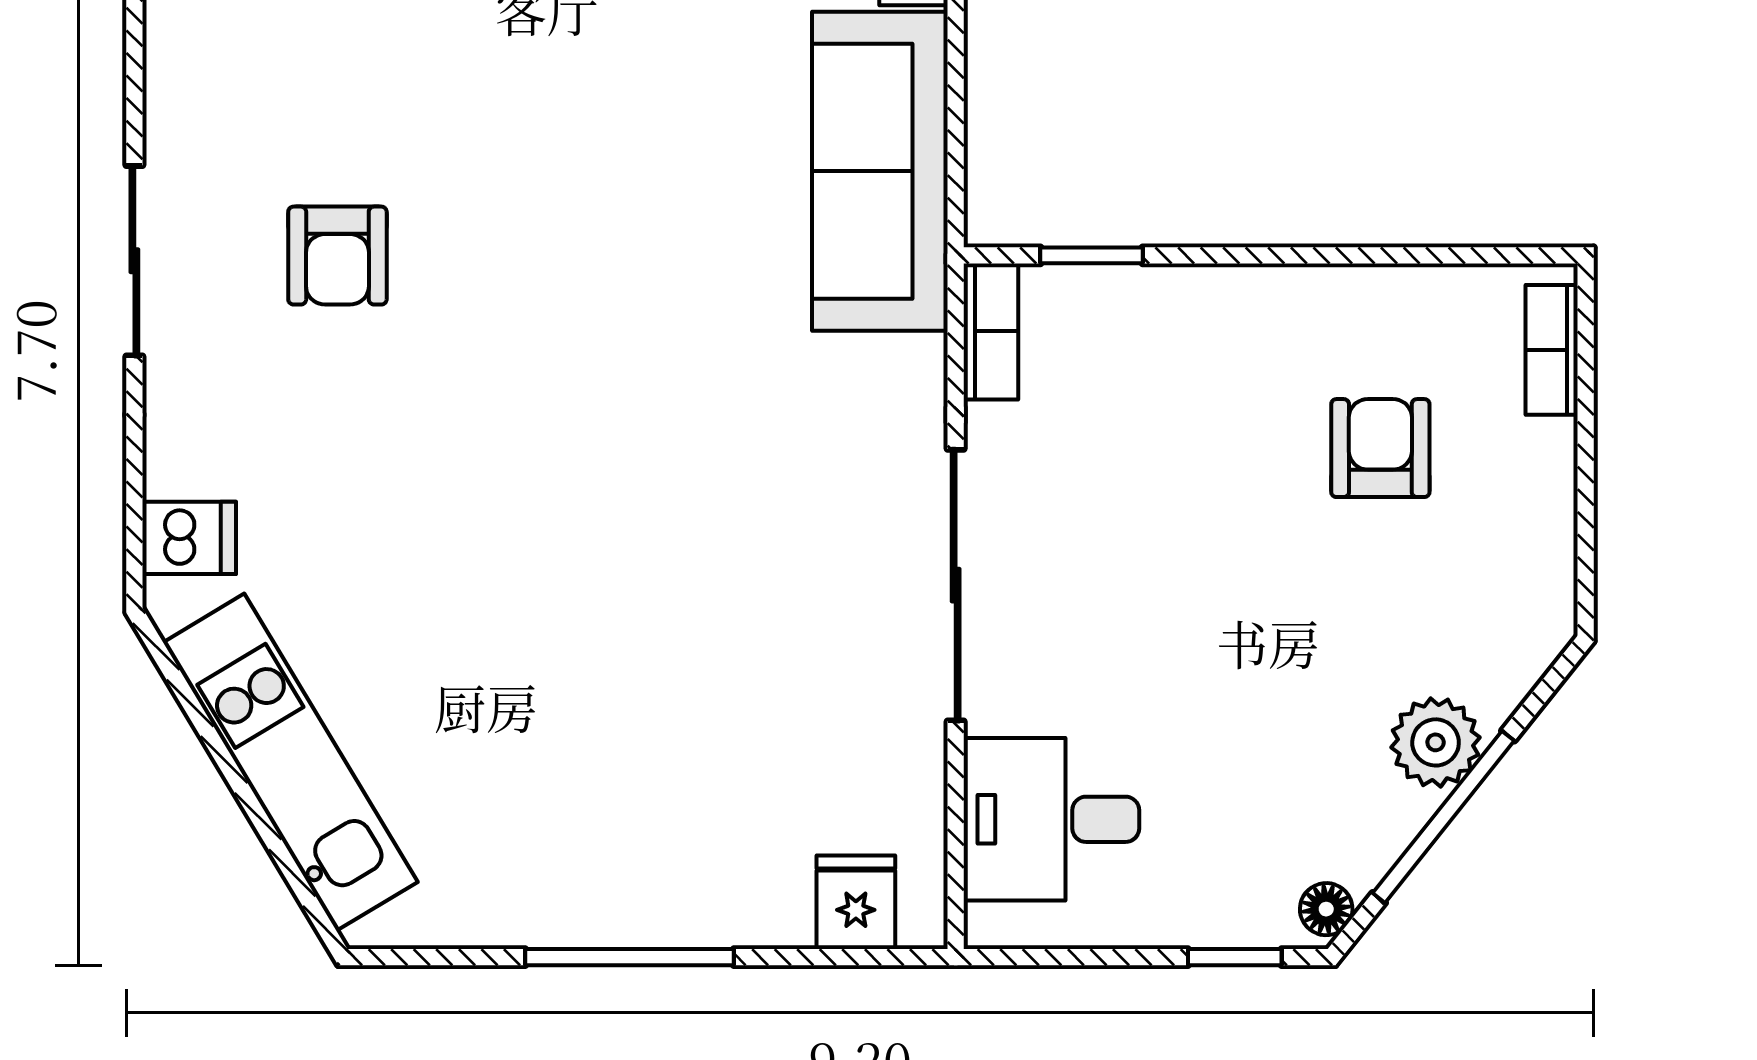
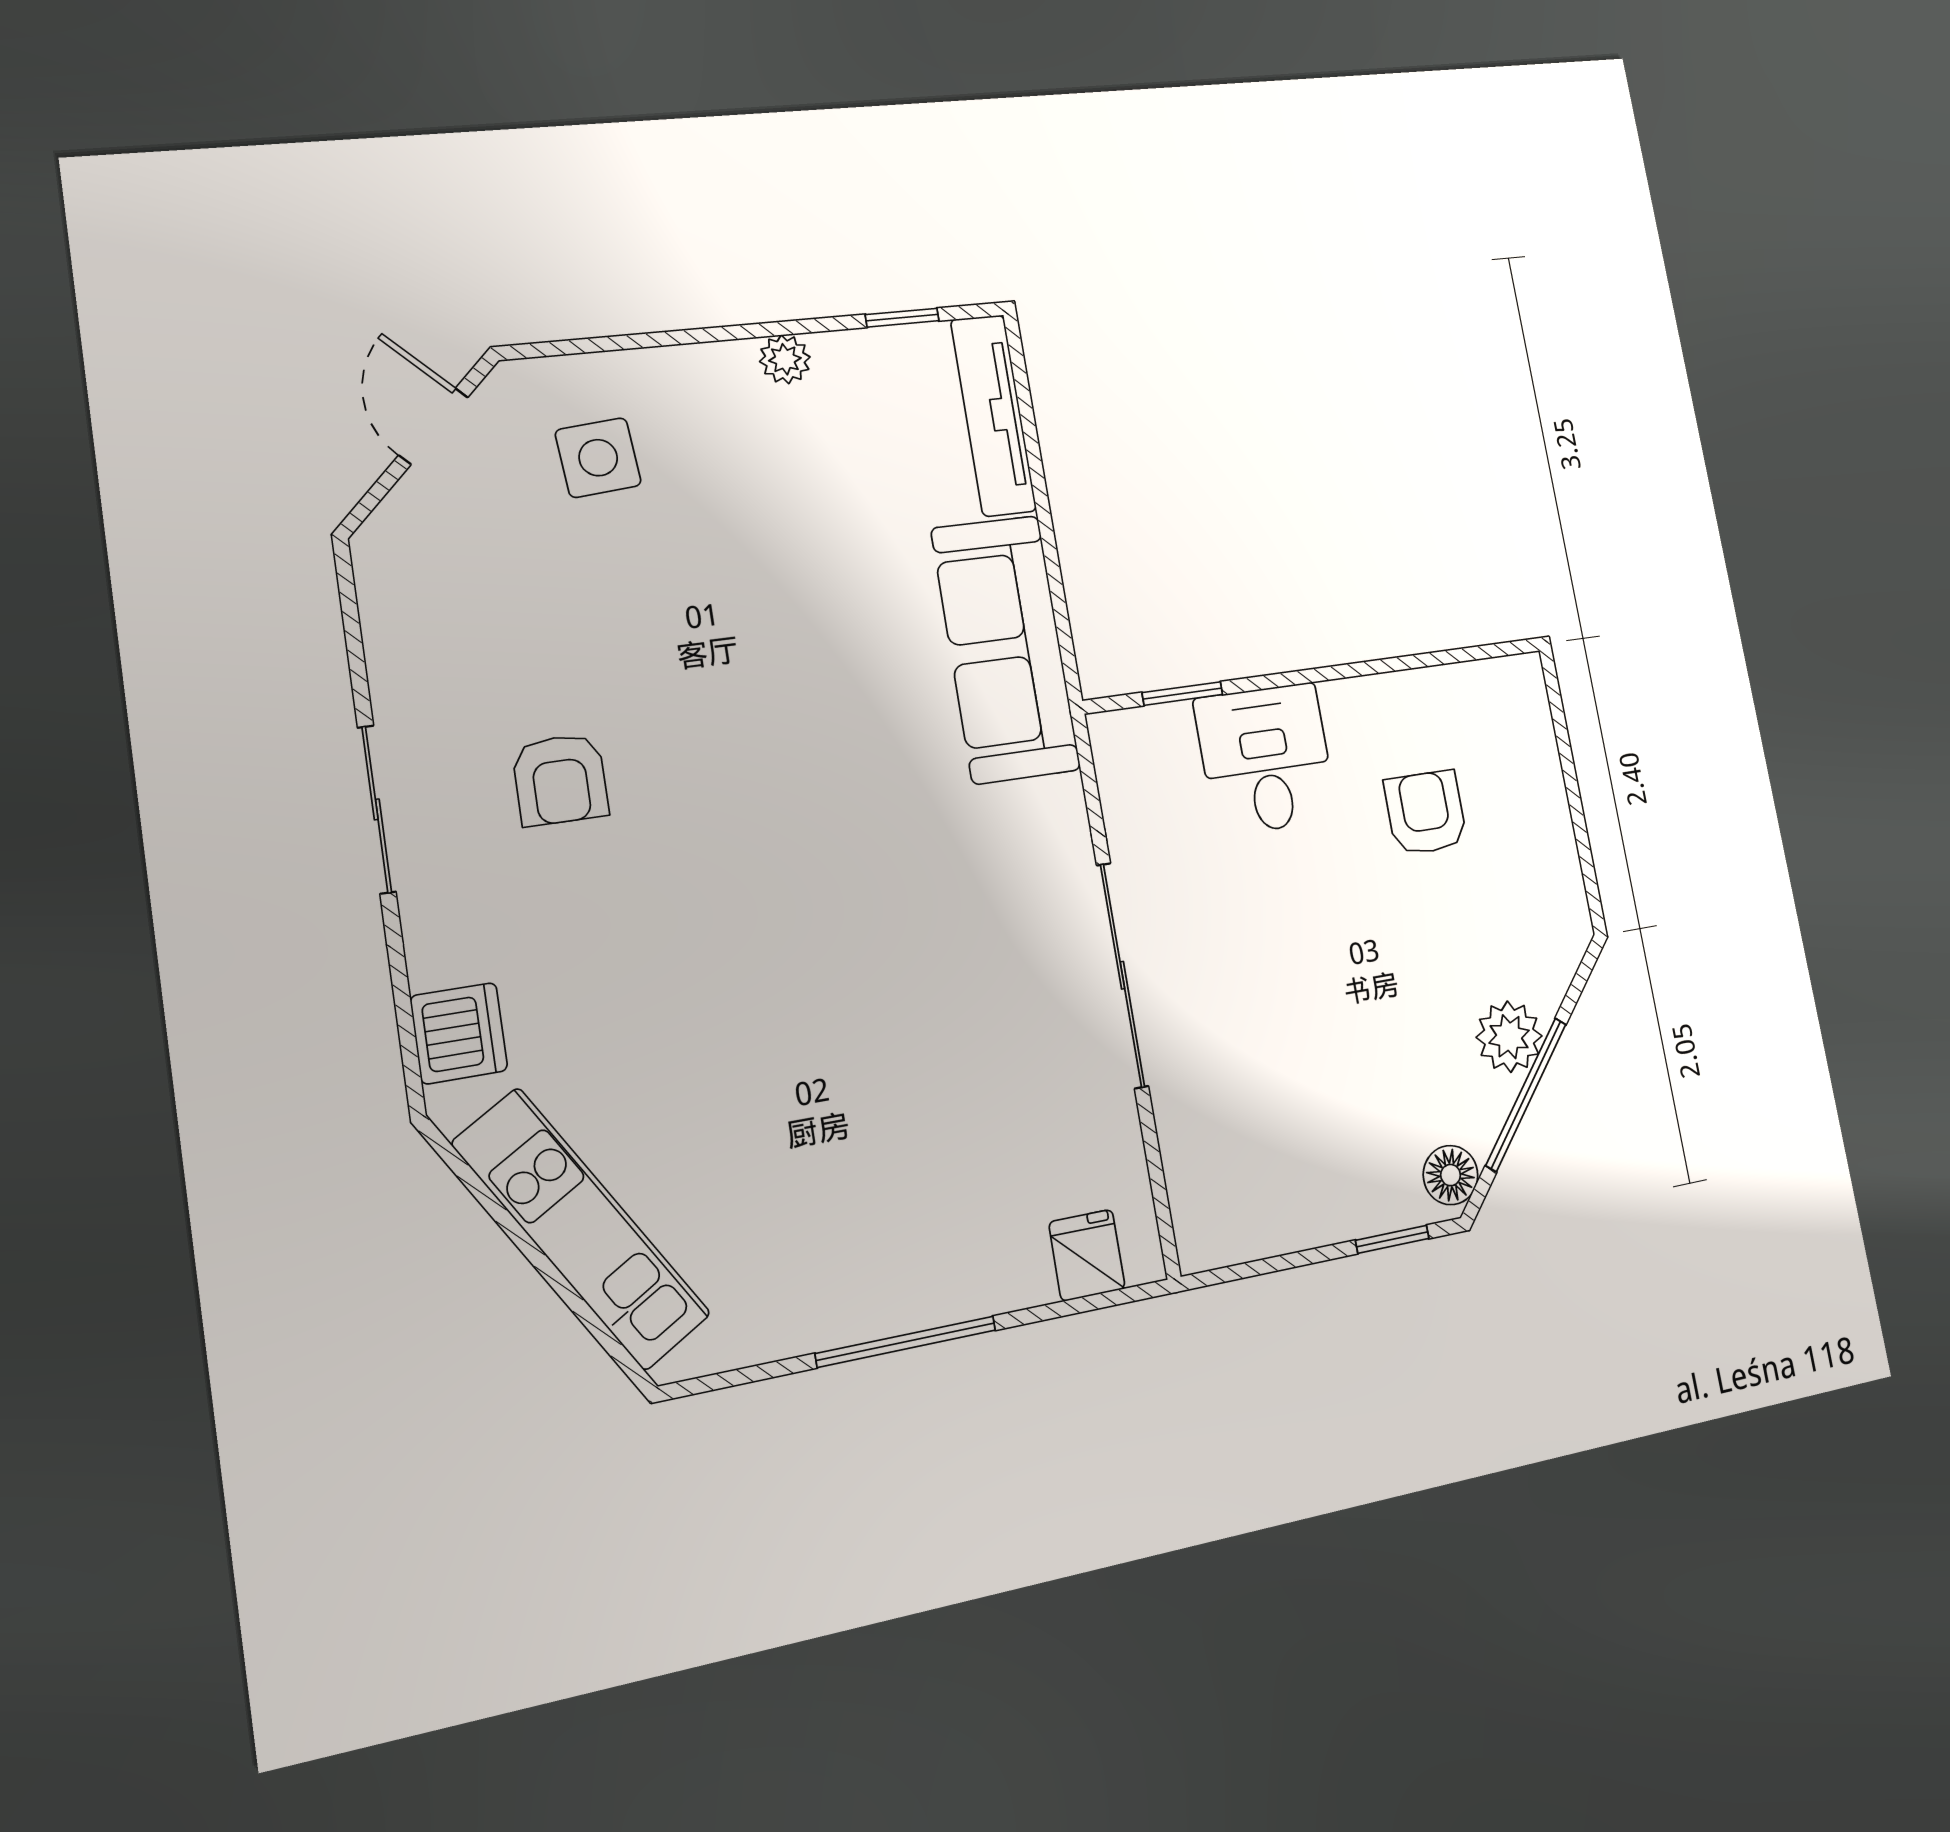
bookcase: (991, 331) -> (1115, 765), removed
bookcase: (1552, 350) -> (1534, 718), removed
dishwasher: (189, 538) -> (459, 1033), width x1.38
desk: (1051, 819) -> (1266, 759), moved, turned 90
floor lamp: (1326, 909) -> (1451, 1175), width x1.37, depth x1.37

